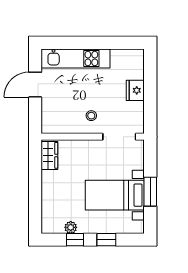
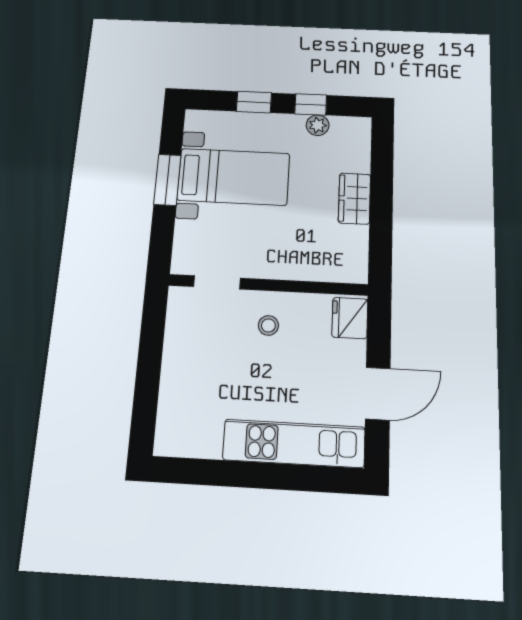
fridge: (135, 90) -> (350, 318), moved, turned 180
doorway: (119, 137) -> (217, 282), width x0.73
wardrobe: (49, 155) -> (354, 199), moved

